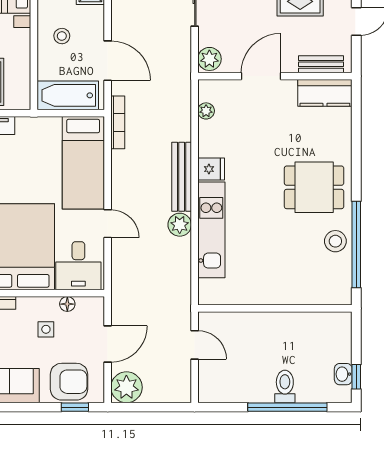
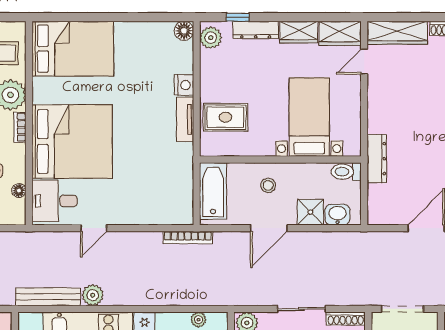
door: (108, 61) -> (269, 228), moved
bed: (83, 163) -> (150, 205), removed
bench: (182, 177) -> (48, 297), moved

